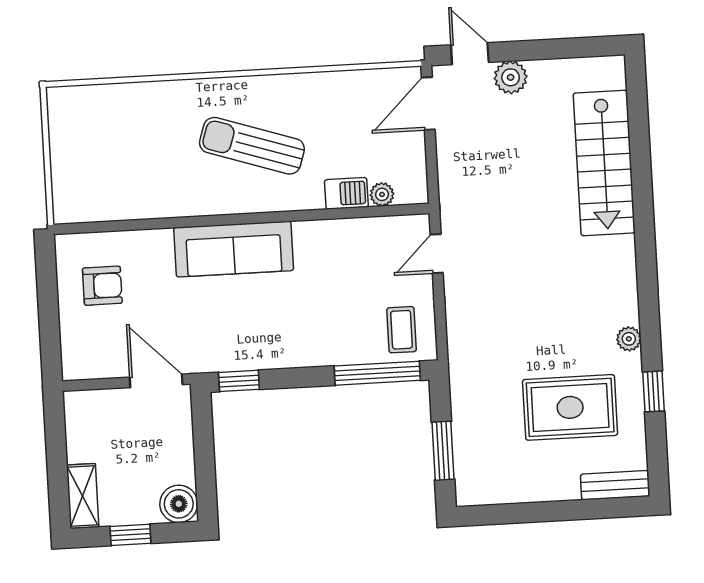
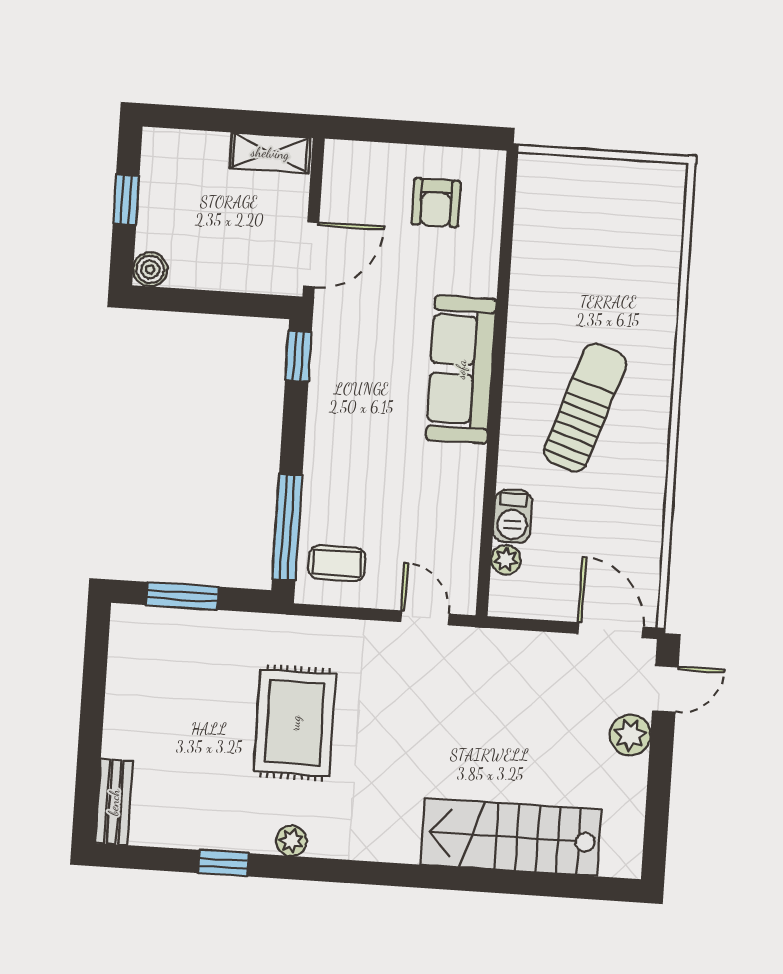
rug: (570, 407) -> (295, 723), moved
shelving: (83, 496) -> (270, 153), moved
boiler: (179, 504) -> (150, 269), width x0.73, depth x0.73

